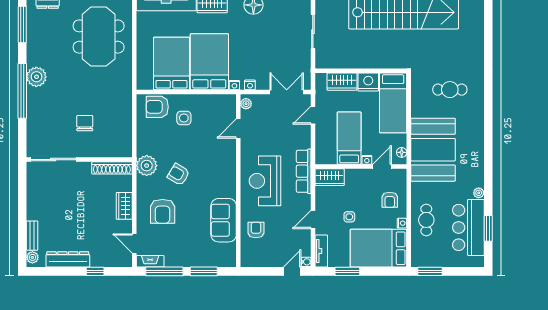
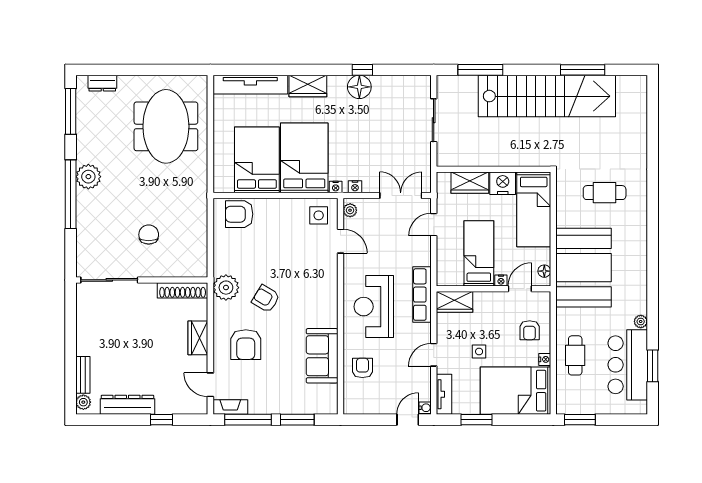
side table: (184, 118) -> (319, 215), moved
door: (238, 128) -> (340, 241), swing flipped

